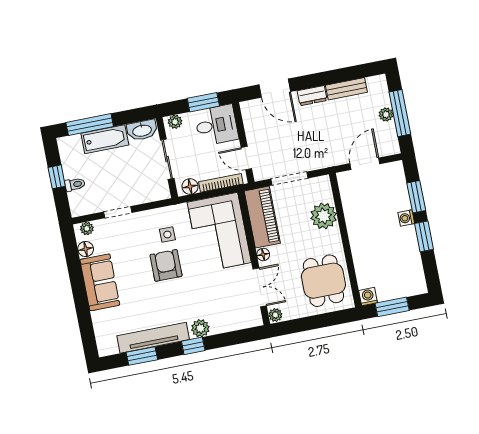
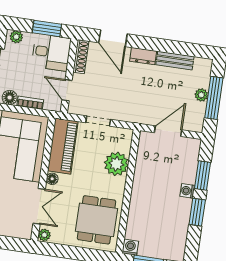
shoe rack: (248, 119) -> (81, 57), added
doorway: (289, 179) -> (98, 121), width x0.73
bookcase: (221, 183) -> (30, 103), width x0.64

